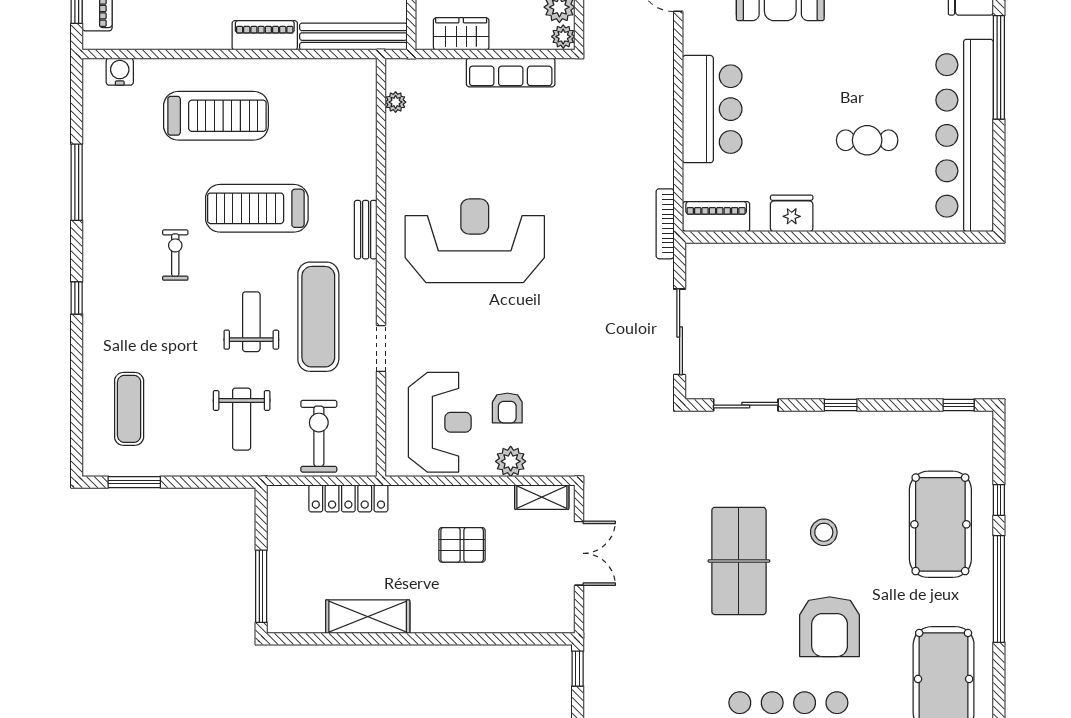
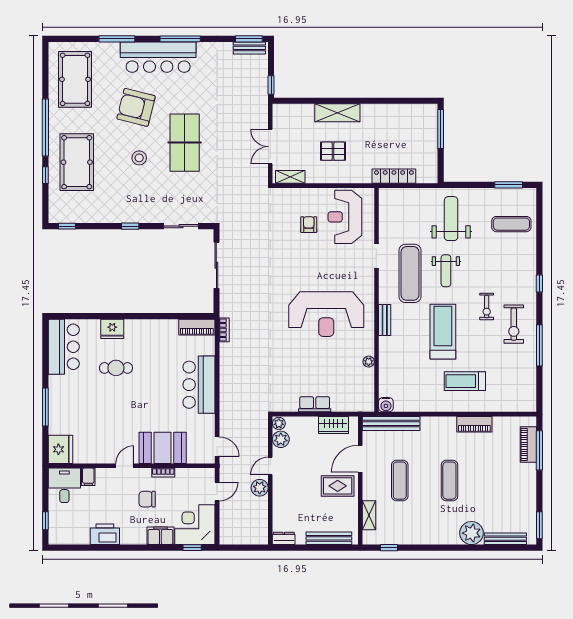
piano: (265, 35) -> (474, 424), moved
window: (999, 67) -> (45, 407), width x0.68
water cooler: (120, 72) -> (386, 405), moved
row of seats: (511, 72) -> (315, 404), width x0.68
plant: (396, 102) -> (369, 362), moved
treadmill: (216, 116) -> (465, 381), width x0.73, depth x0.73
bar counter: (965, 135) -> (64, 347), width x0.54
treadmill: (257, 208) -> (443, 332), turned -90
fridge: (792, 213) -> (112, 329), moved
bookcase: (665, 224) -> (224, 330), width x0.64
exercise mat: (129, 409) -> (511, 224), turned 90
weight bench: (242, 419) -> (451, 219), width x1.36, depth x1.33
exercise bike: (319, 436) -> (514, 324), moved
plant: (511, 461) -> (307, 196), removed
shelving: (368, 617) -> (337, 113), moved
armchair: (830, 627) -> (136, 107), turned -76

